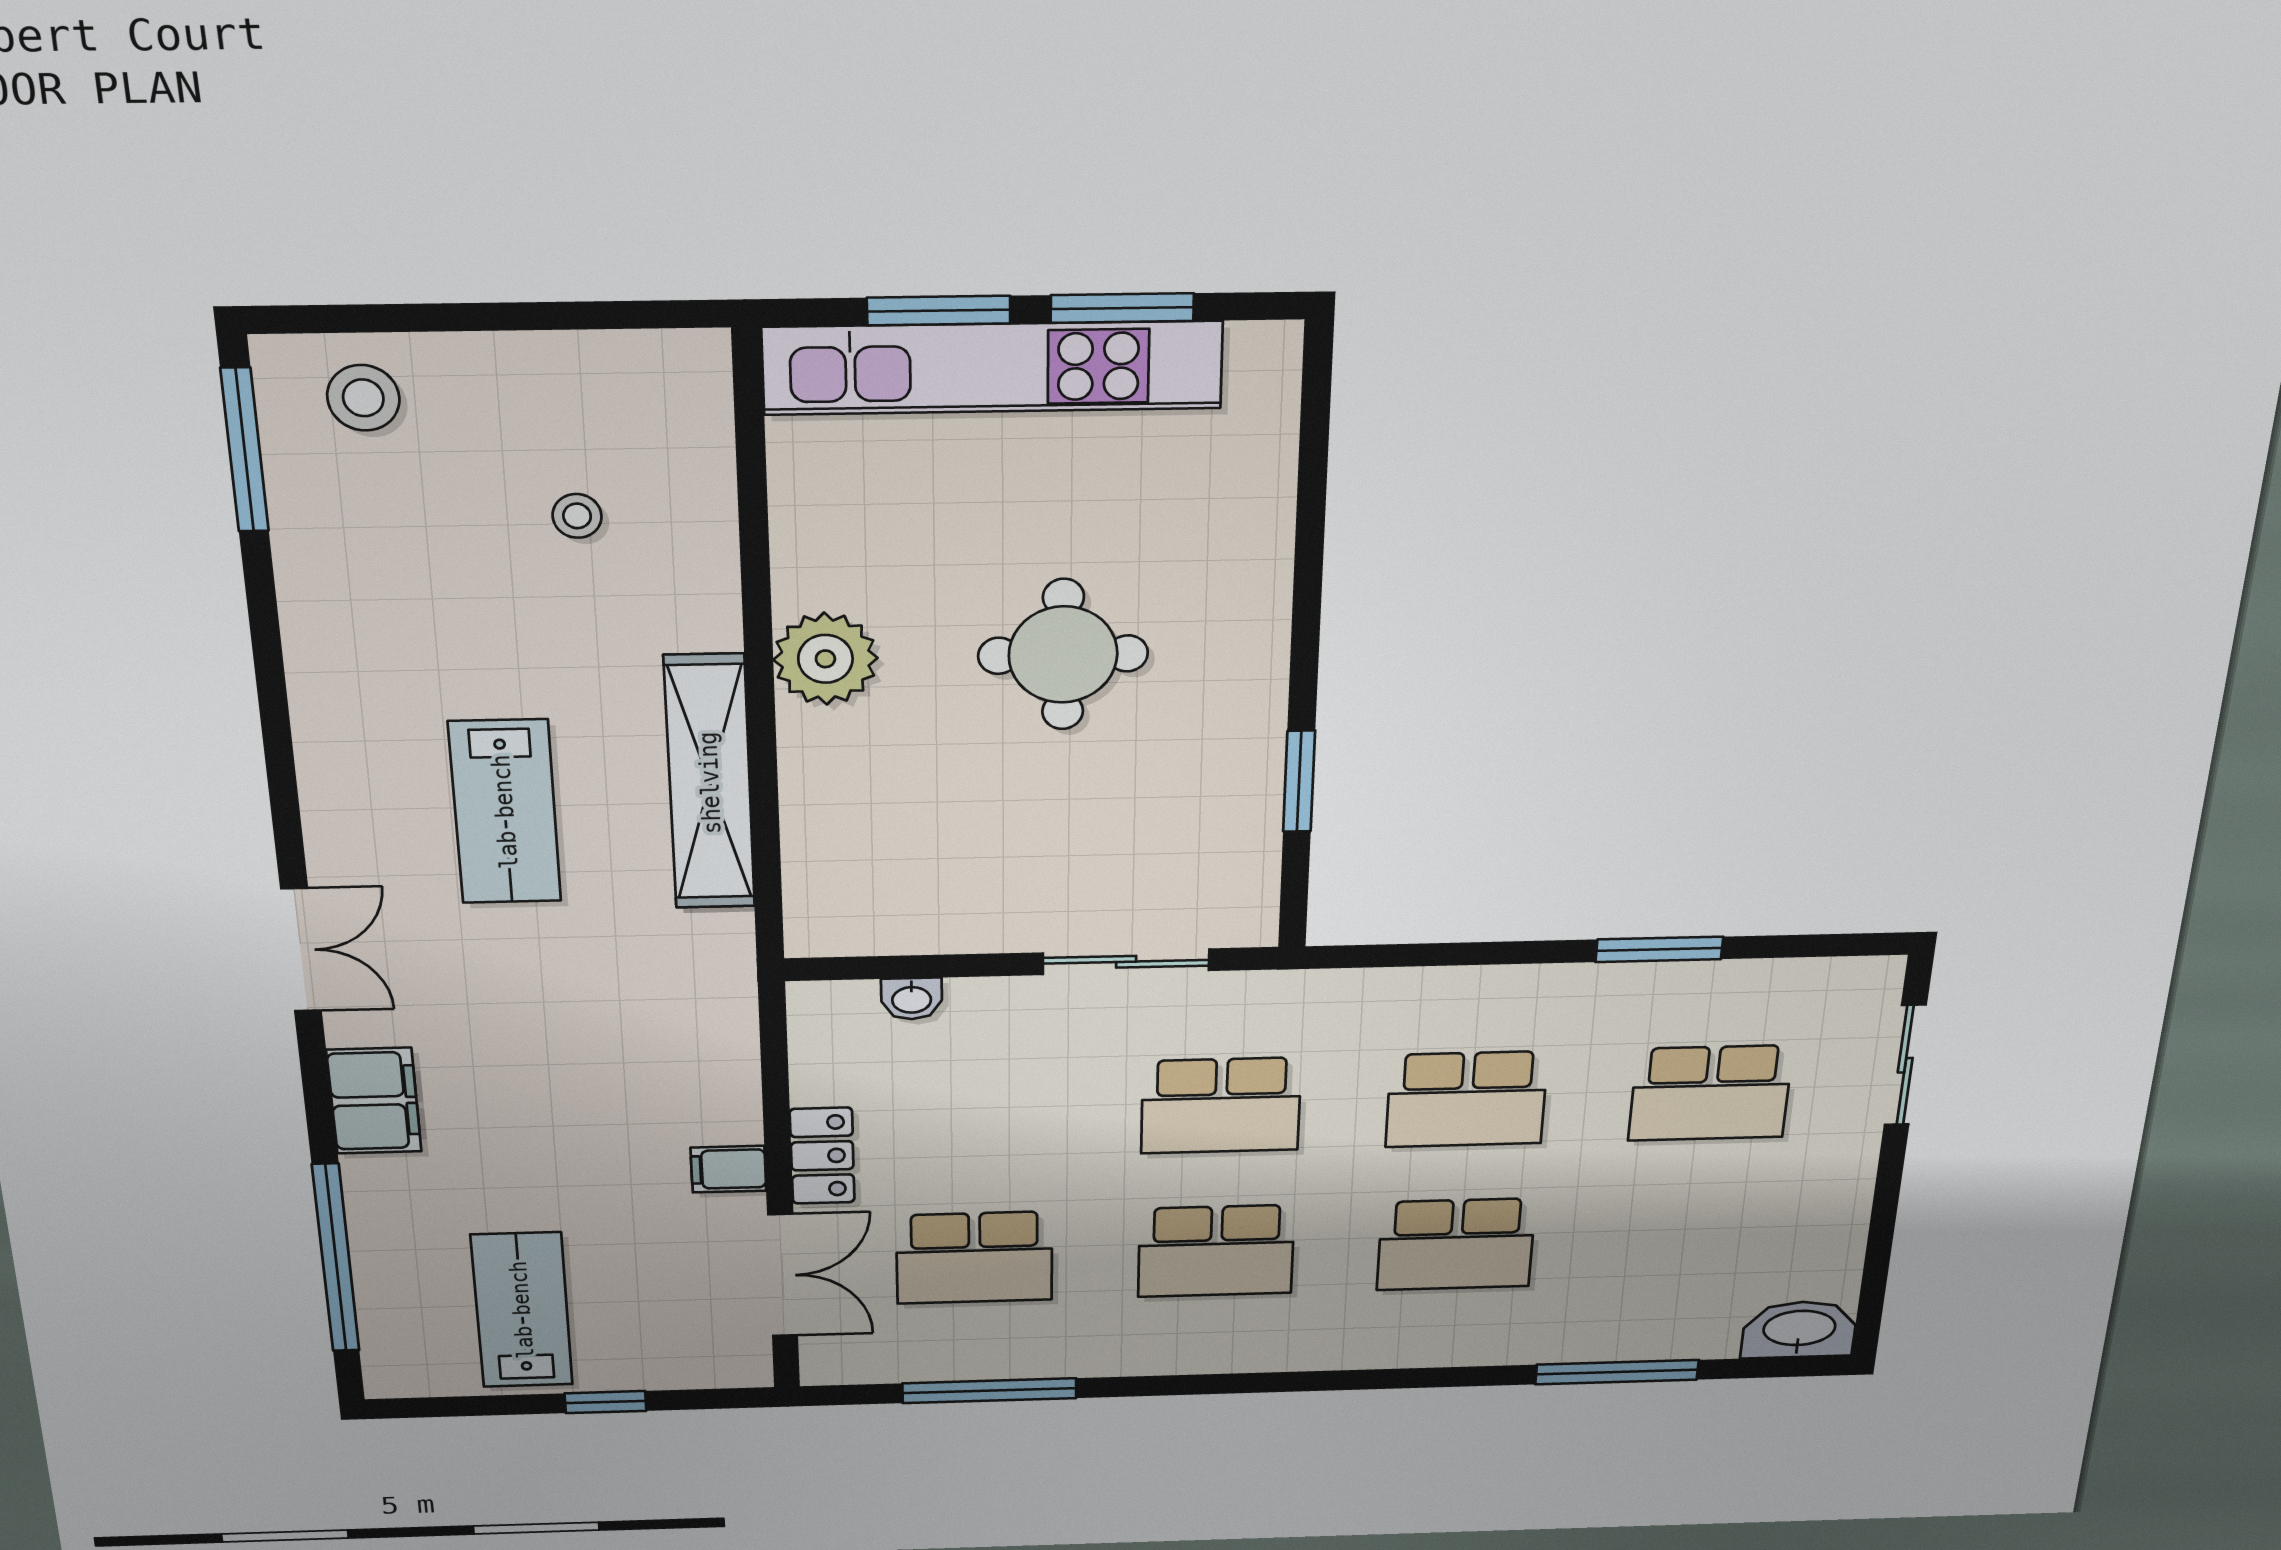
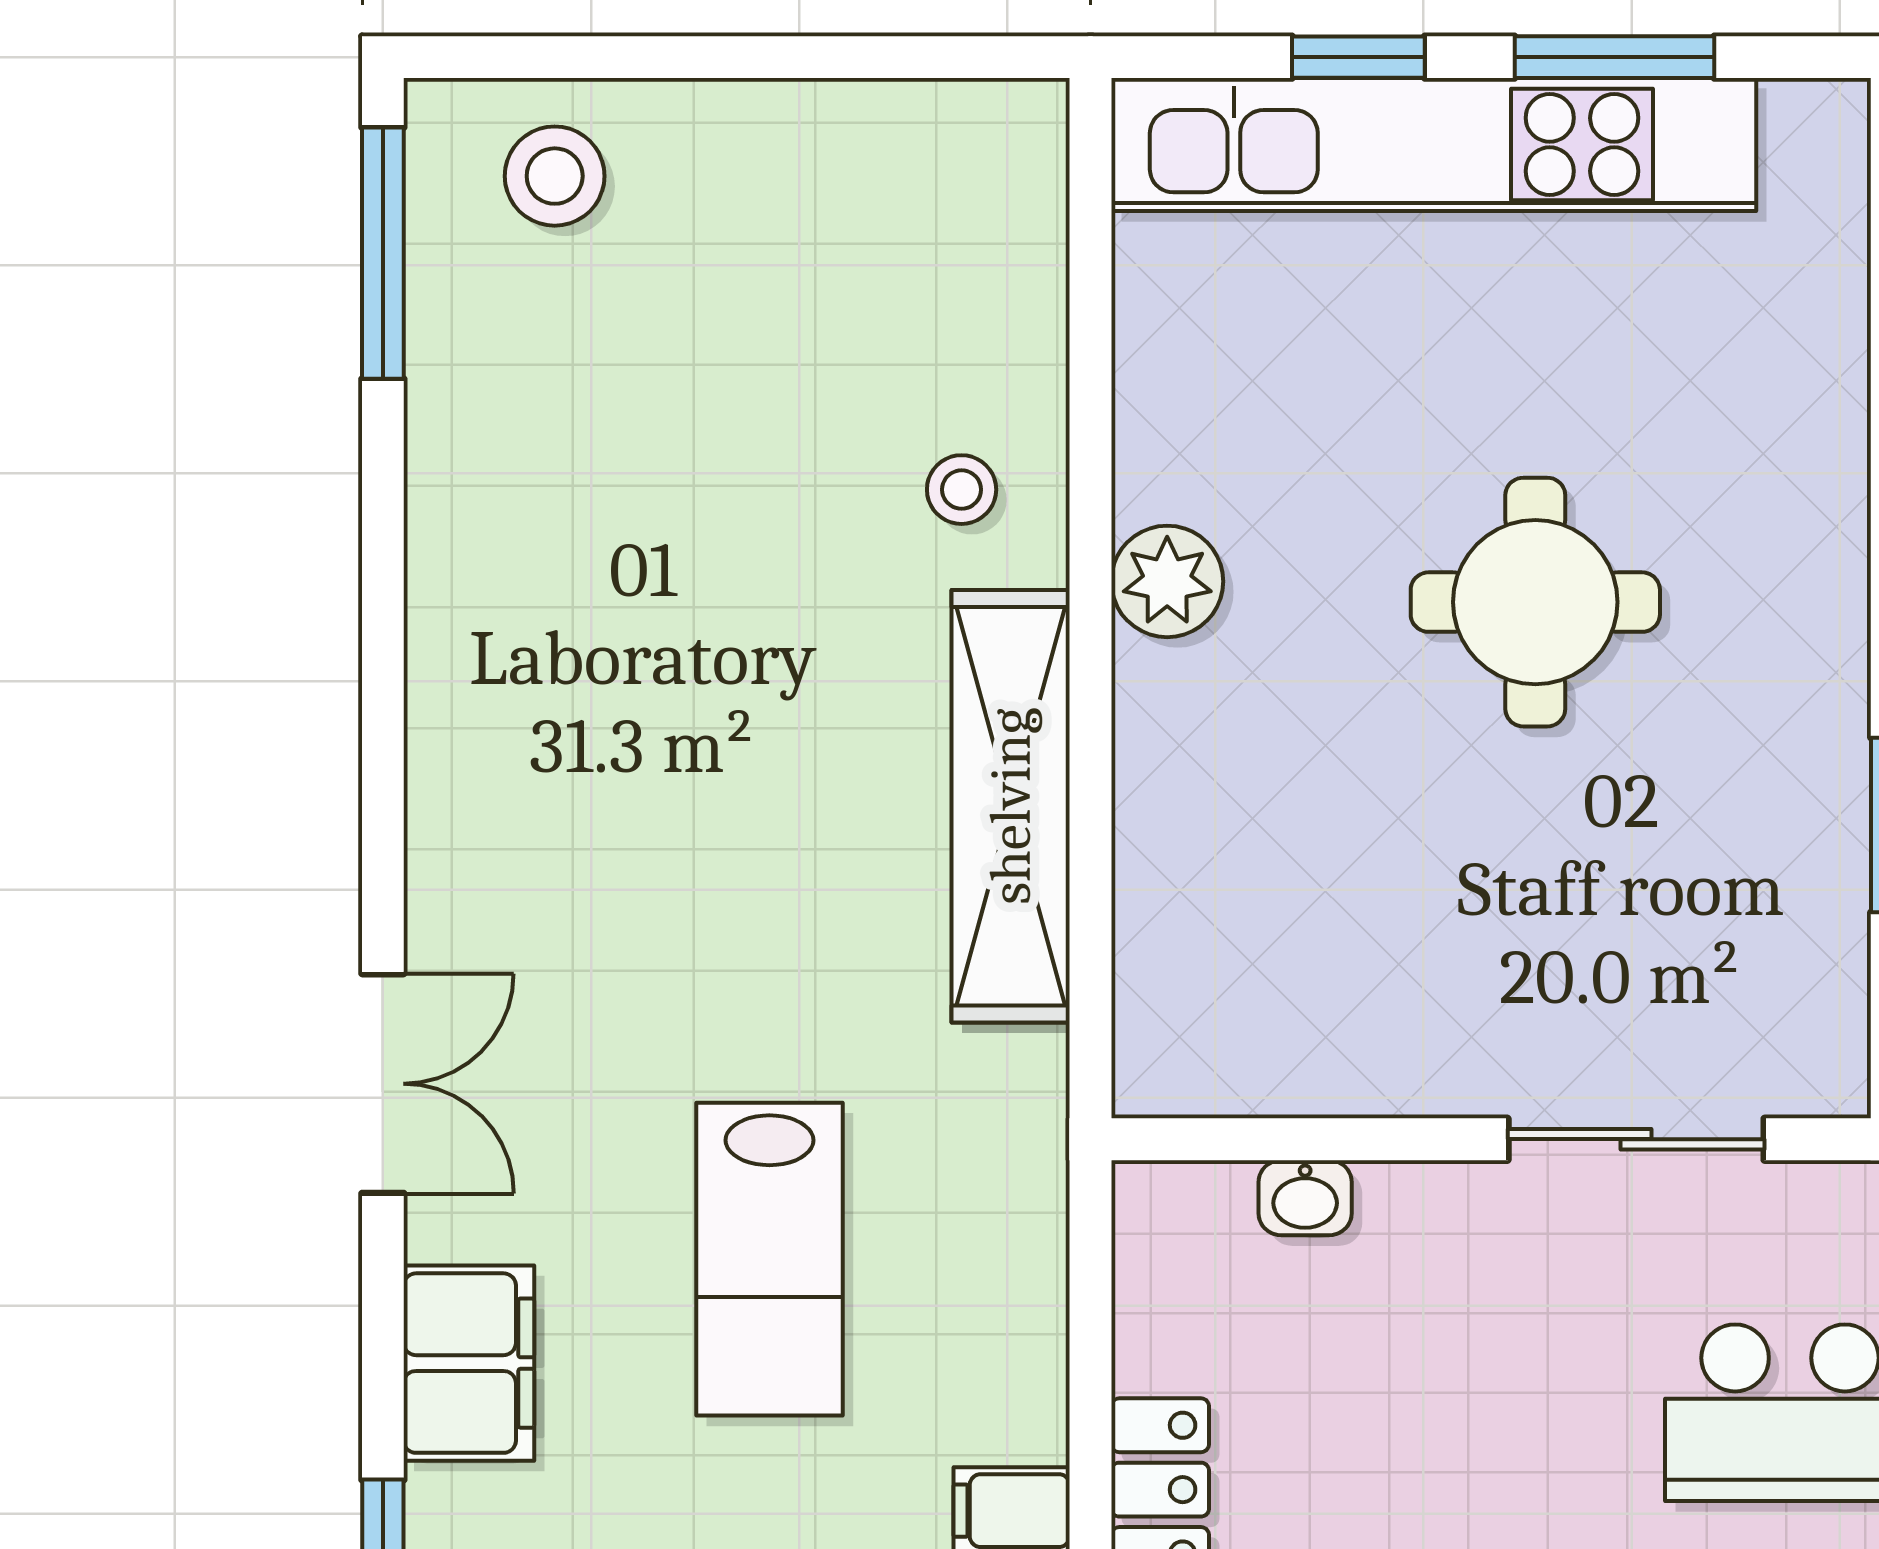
window: (939, 311) -> (1358, 57), width x0.67
stool: (577, 516) -> (962, 490), moved
plant: (825, 659) -> (1167, 581), width x0.73, depth x0.73
lab bench: (505, 812) -> (769, 1259), moved

